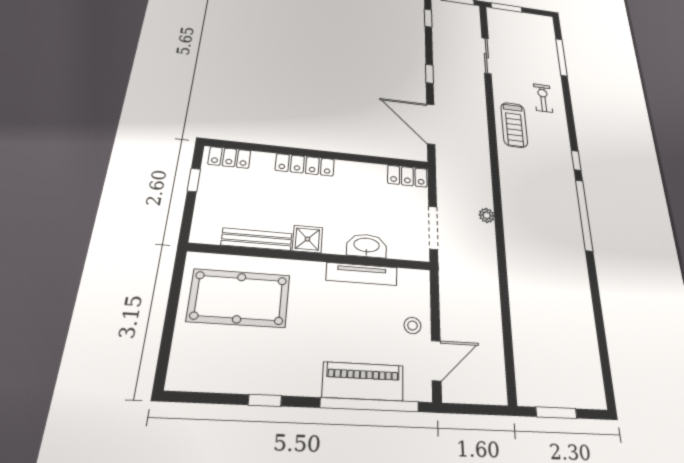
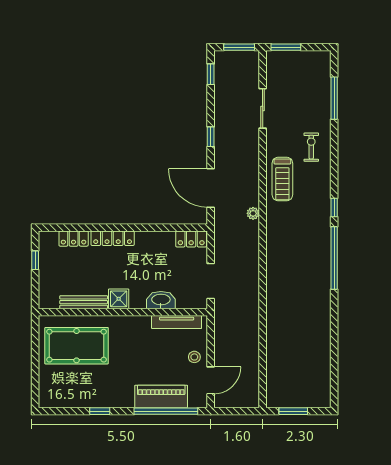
locker: (229, 157) -> (74, 239), moved
plant: (487, 215) -> (253, 213), moved
tv unit: (362, 274) -> (177, 322), moved

